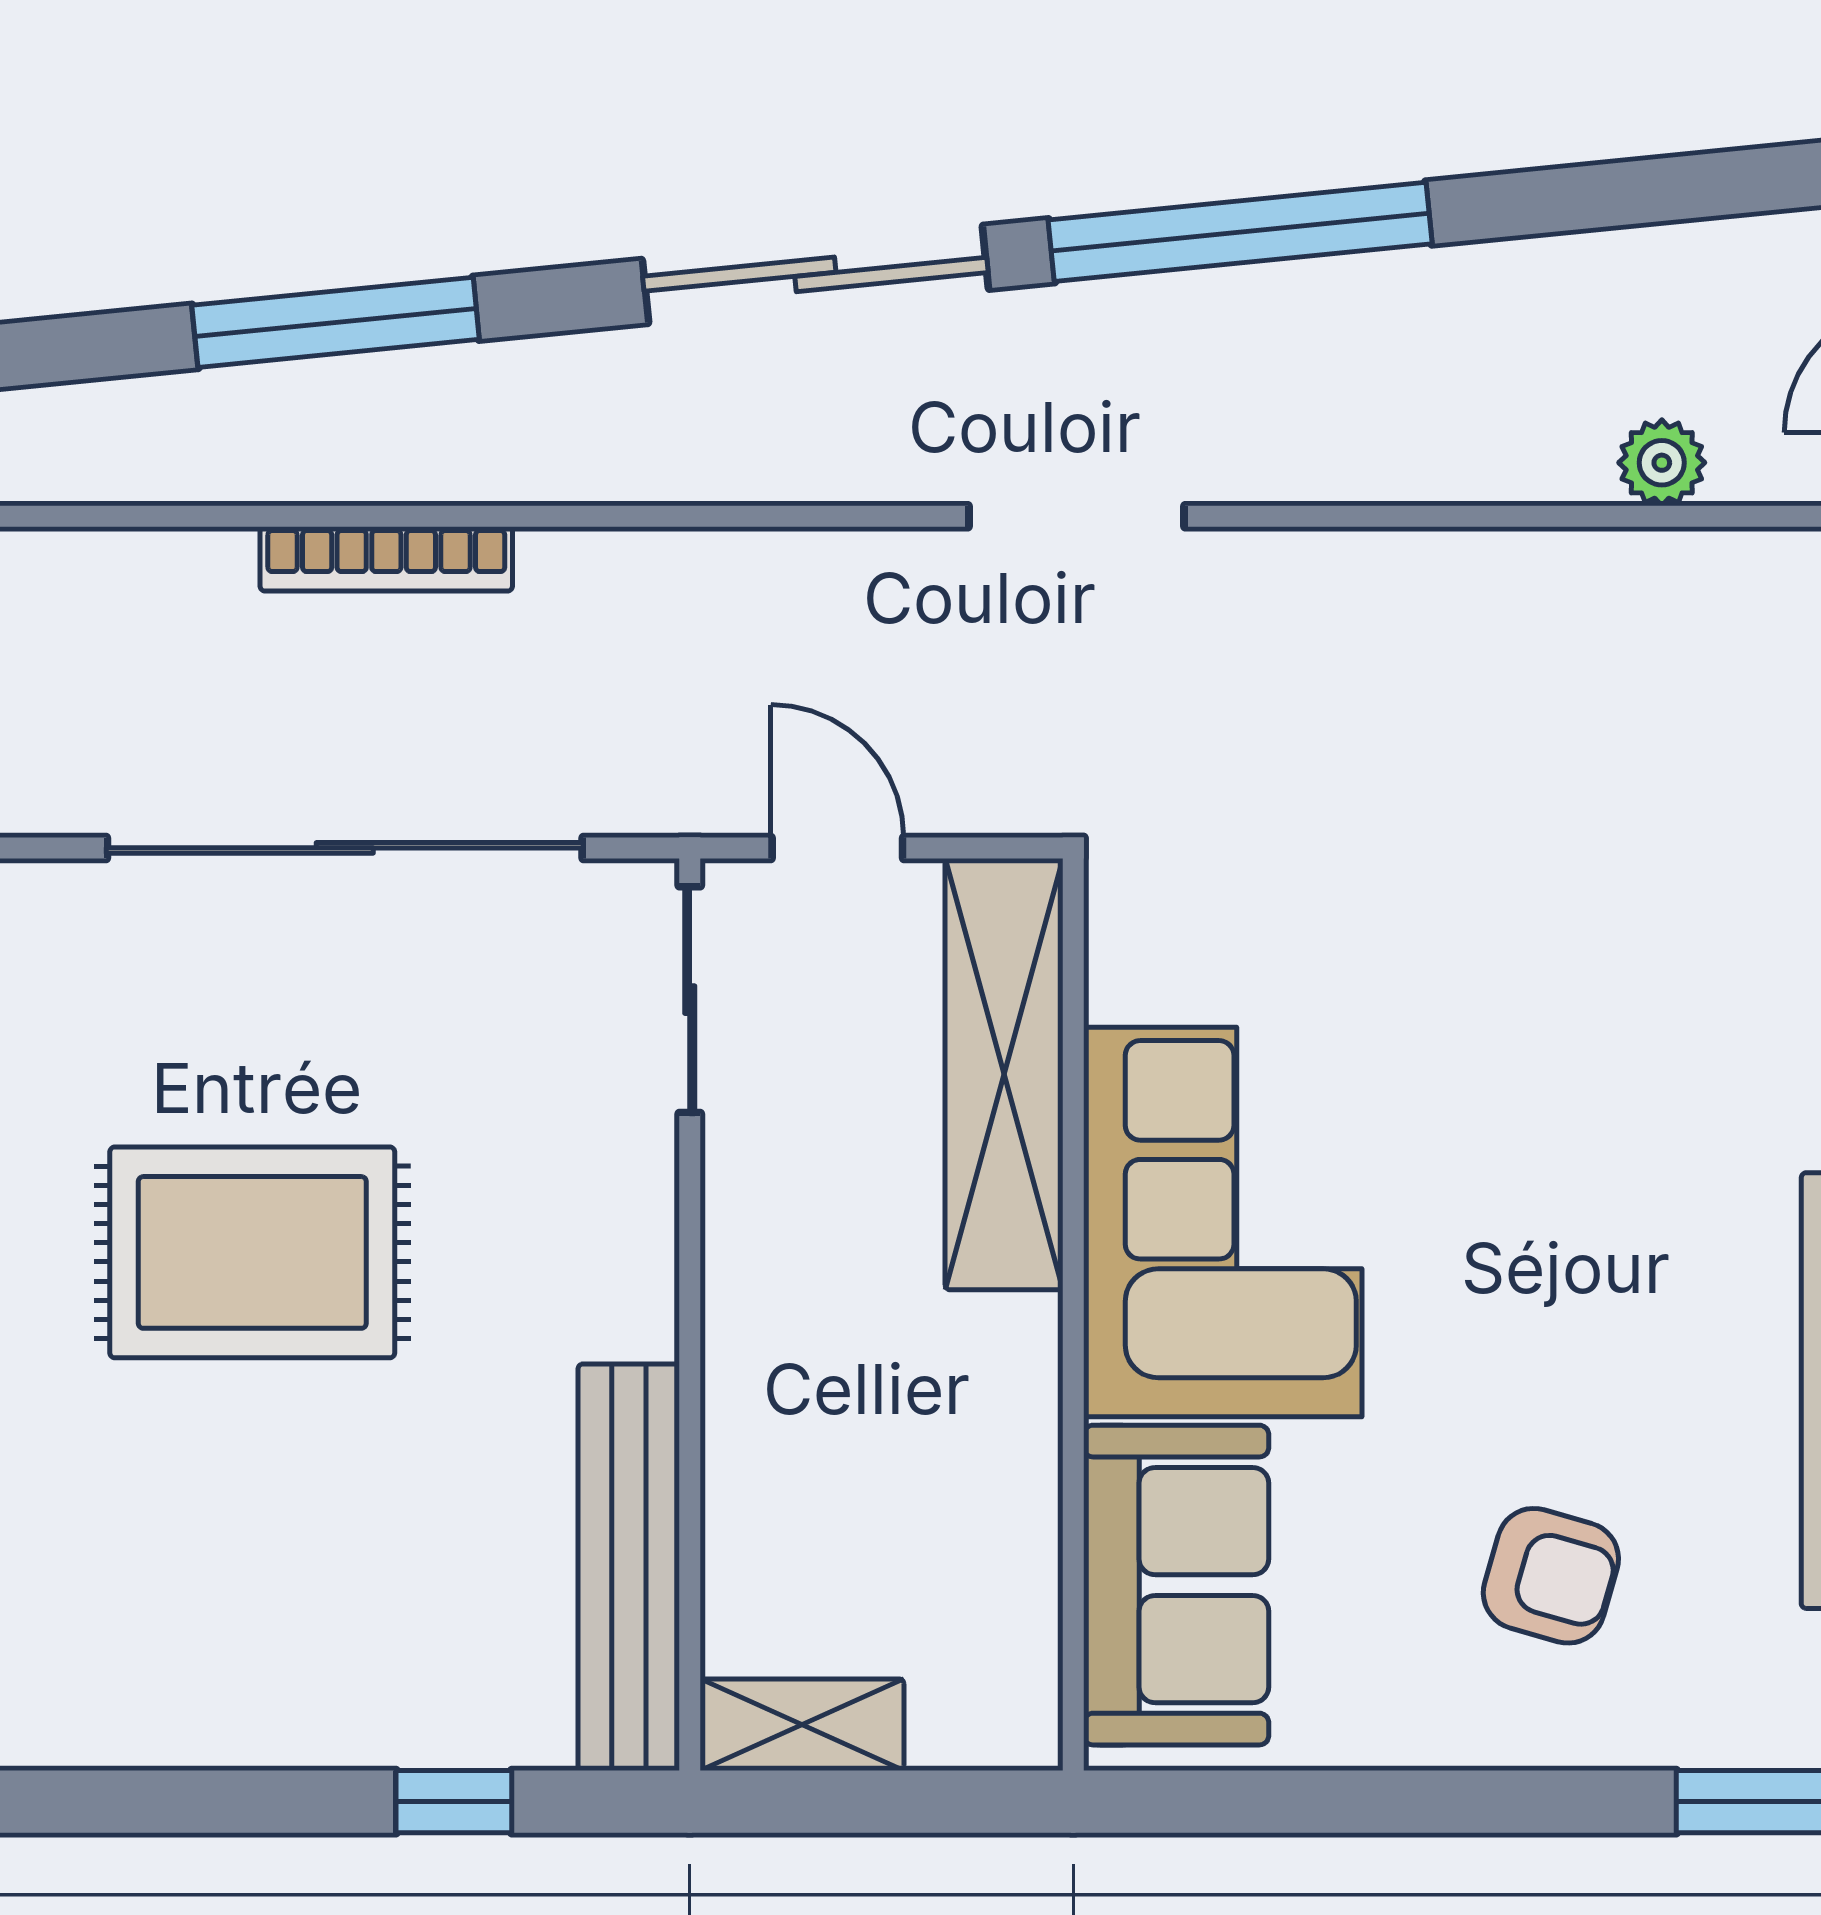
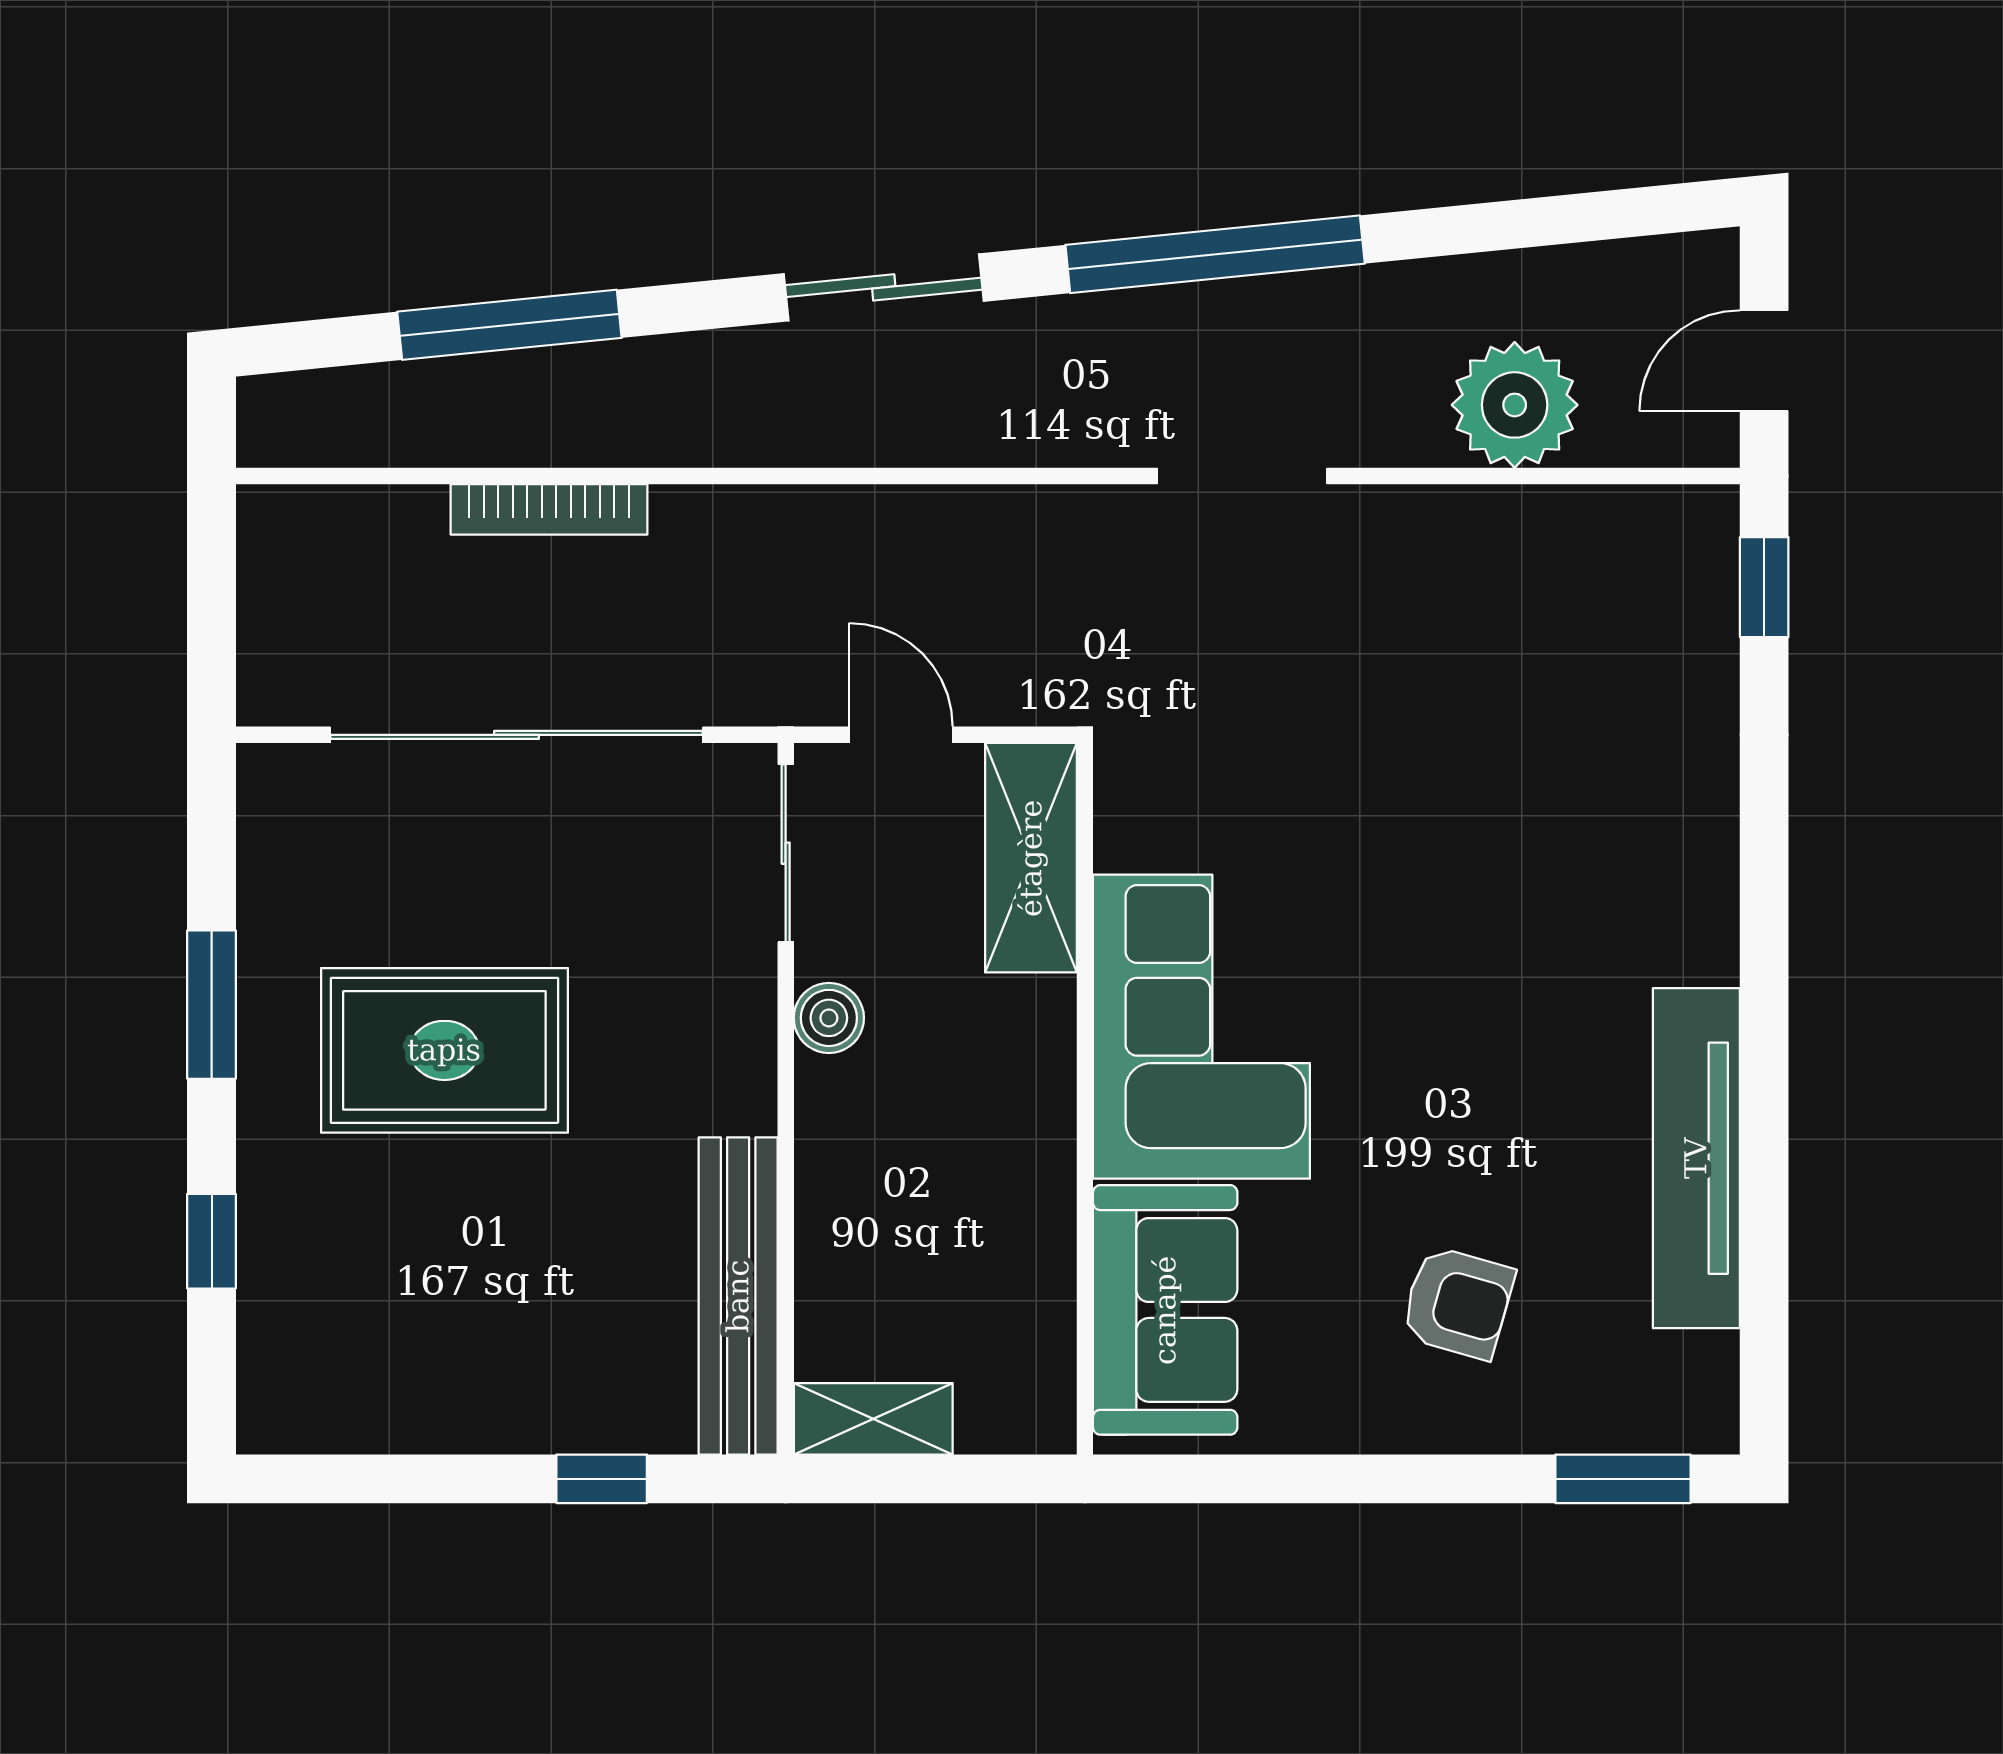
sliding door: (815, 274) -> (884, 287), width x0.73
plant: (1662, 463) -> (1515, 405), width x1.87, depth x1.87
doorway: (1076, 516) -> (1242, 476), moved
shelving: (1004, 1074) -> (1031, 858), width x0.68
boiler: (745, 1211) -> (829, 1018), added

